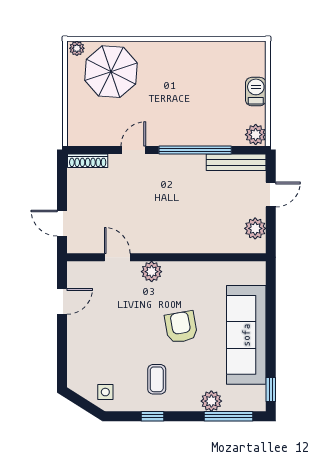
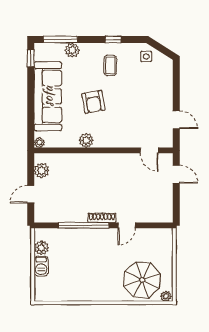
plant: (256, 135) -> (41, 248), moved
shoe rack: (88, 161) -> (102, 218), moved
bench: (236, 162) -> (55, 217), removed
door: (117, 257) -> (149, 150), moved
plant: (259, 269) -> (39, 143), added
plant: (152, 272) -> (86, 141), moved
door: (62, 301) -> (176, 120), swing flipped

